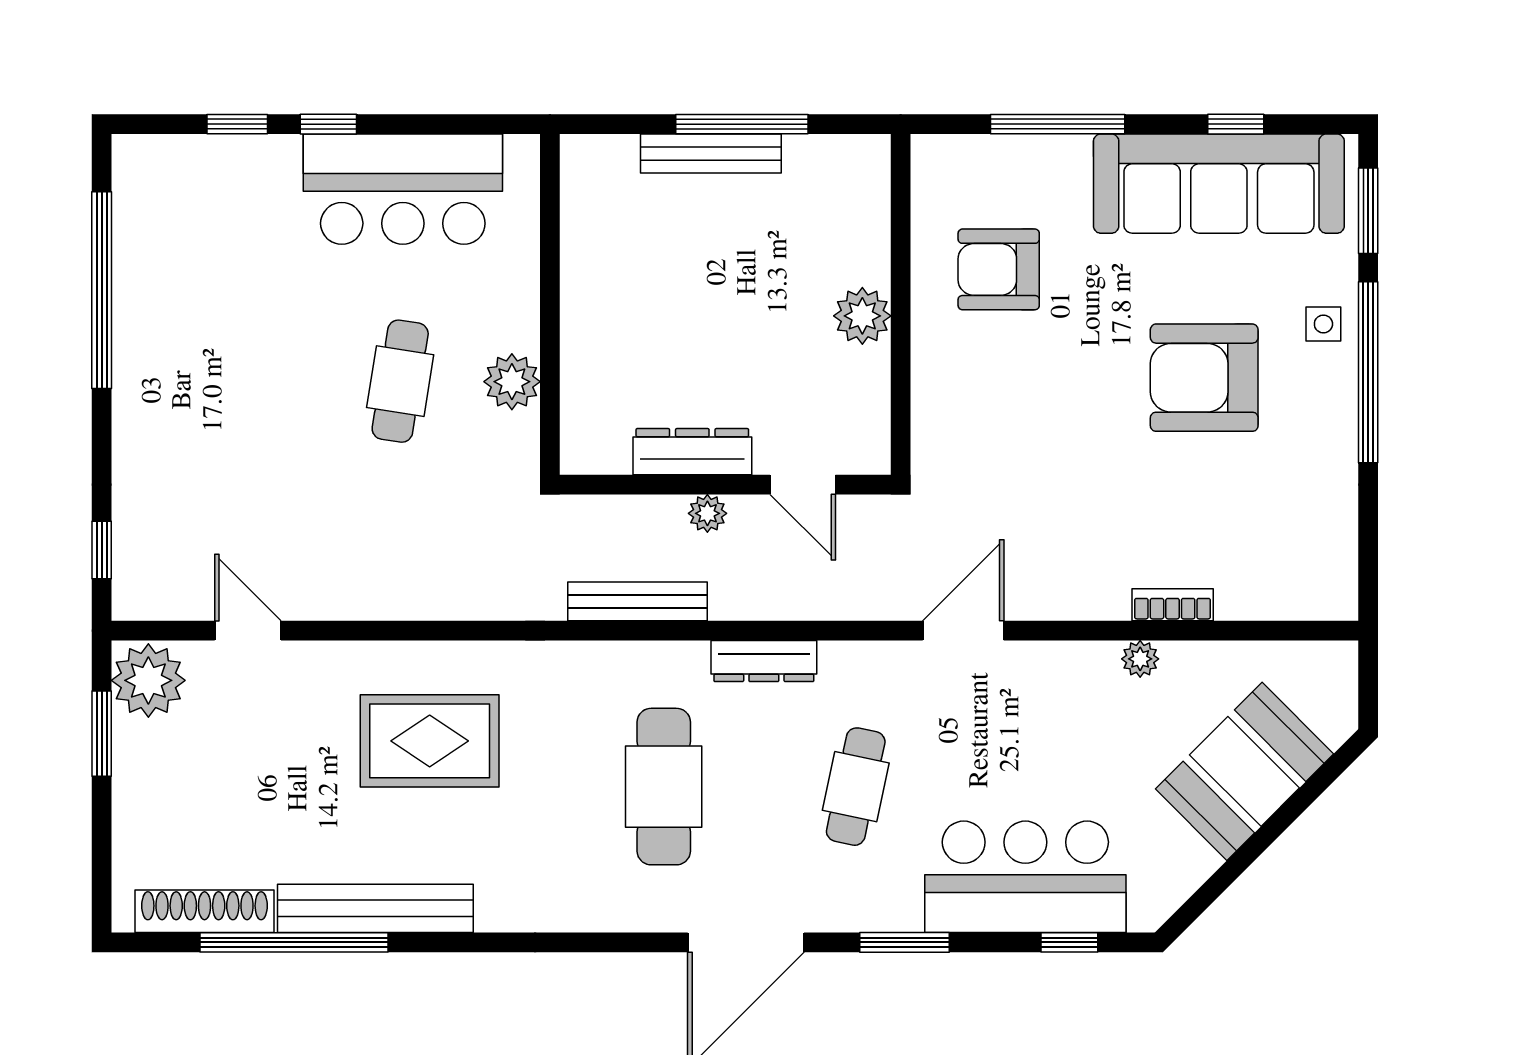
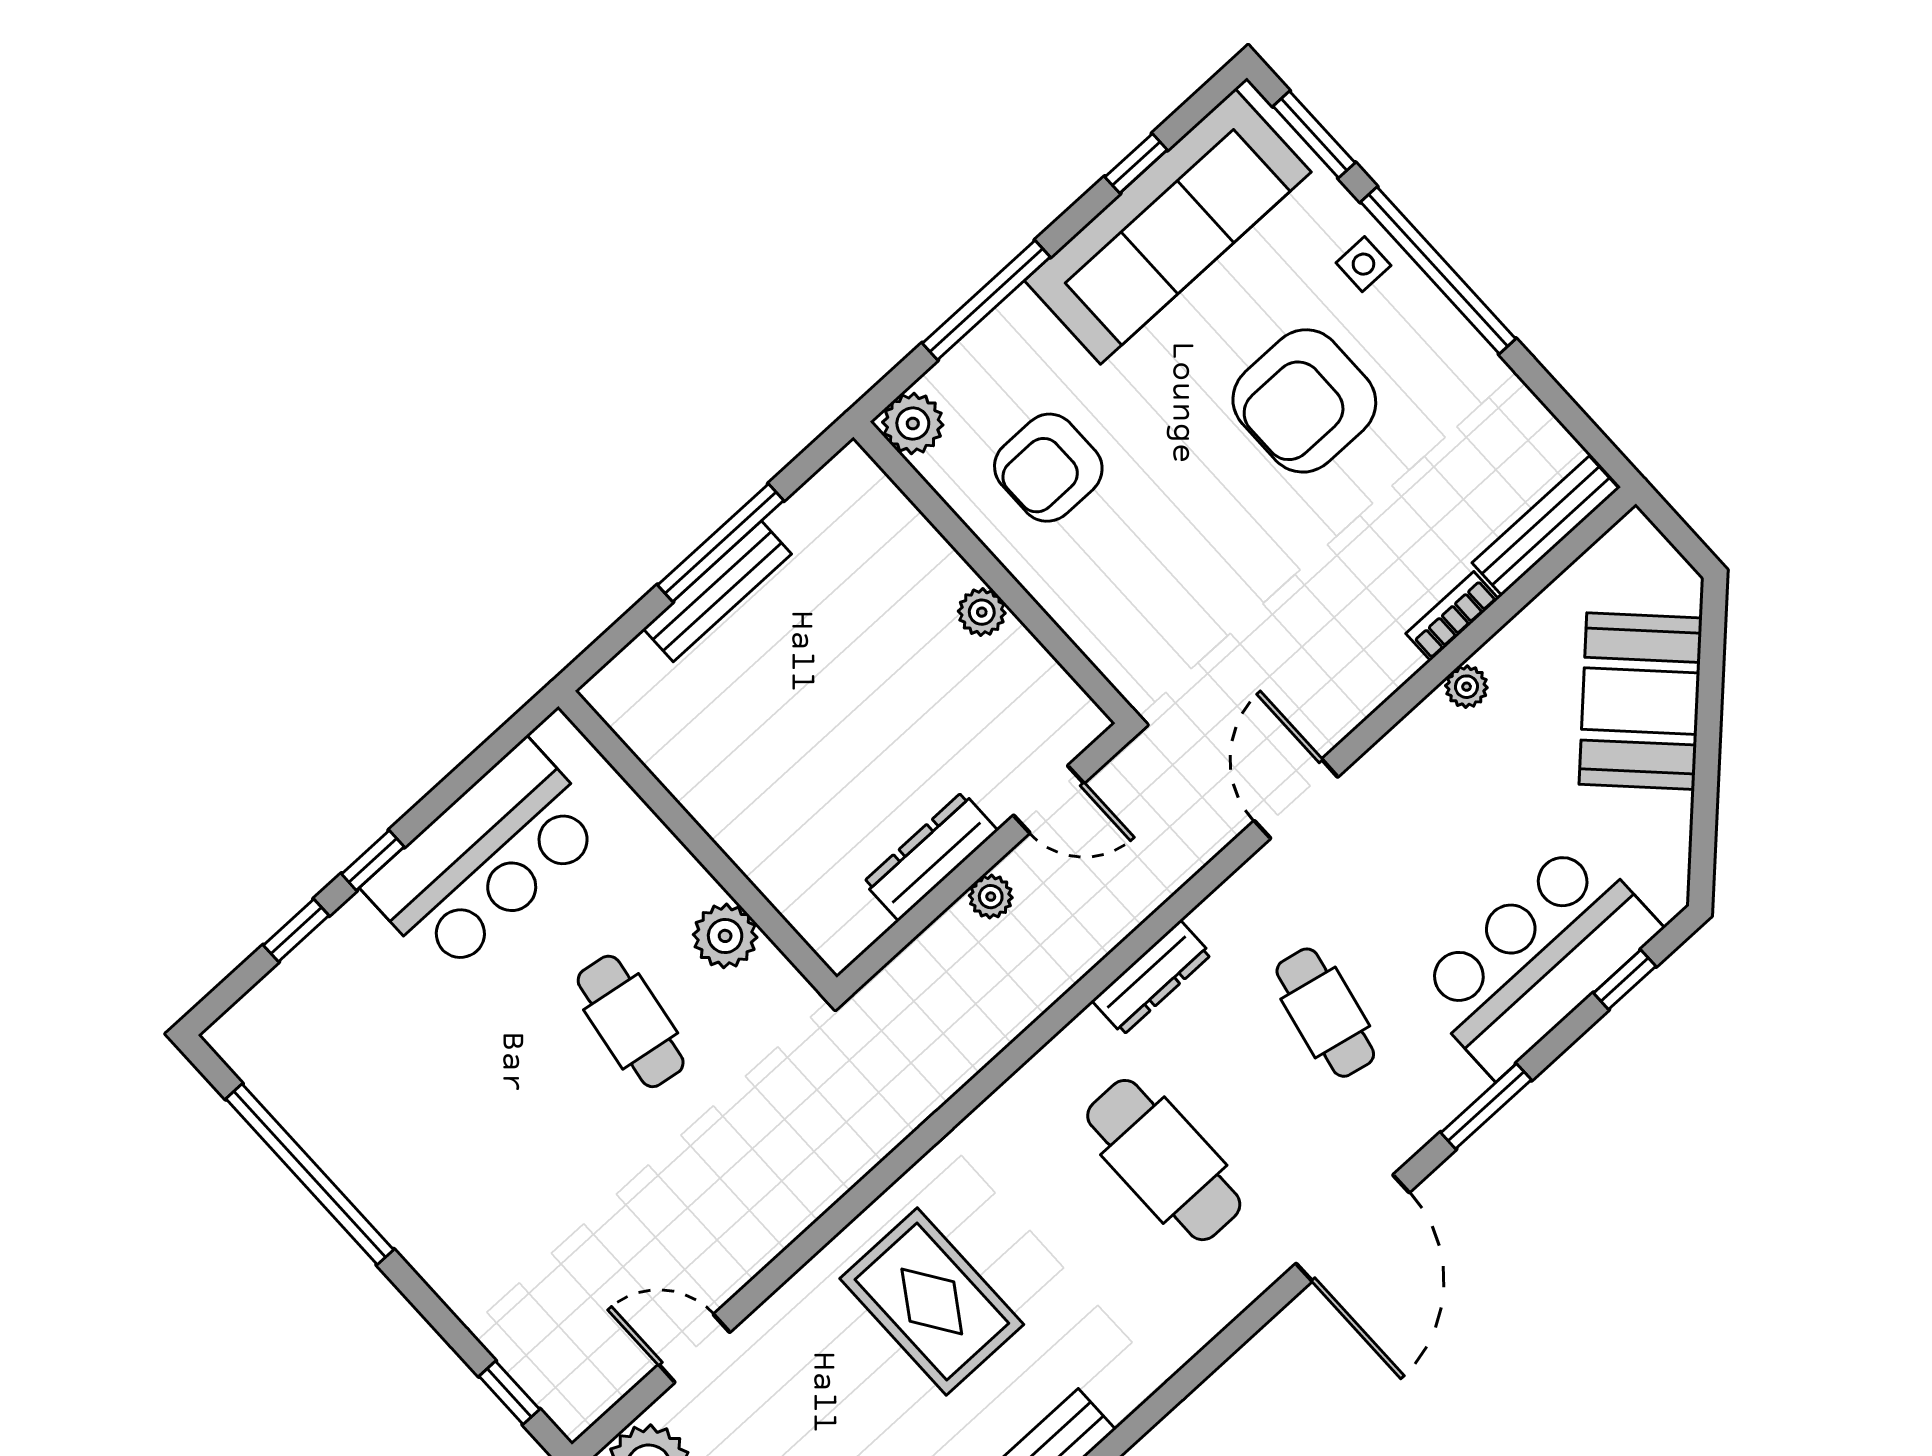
plant: (937, 161) -> (913, 424), added
plant: (862, 316) -> (982, 612), width x0.73, depth x0.73
bench: (638, 601) -> (1546, 526), moved
rug: (430, 741) -> (932, 1301), turned 90

